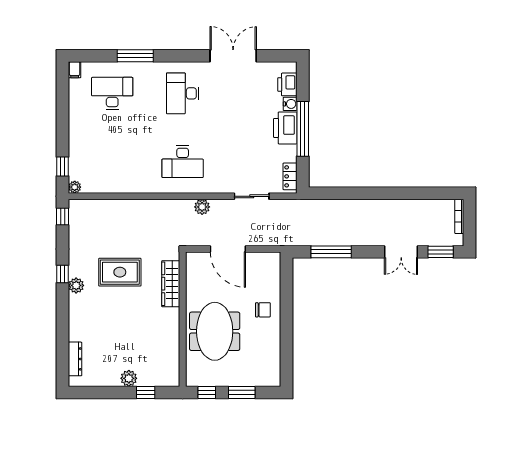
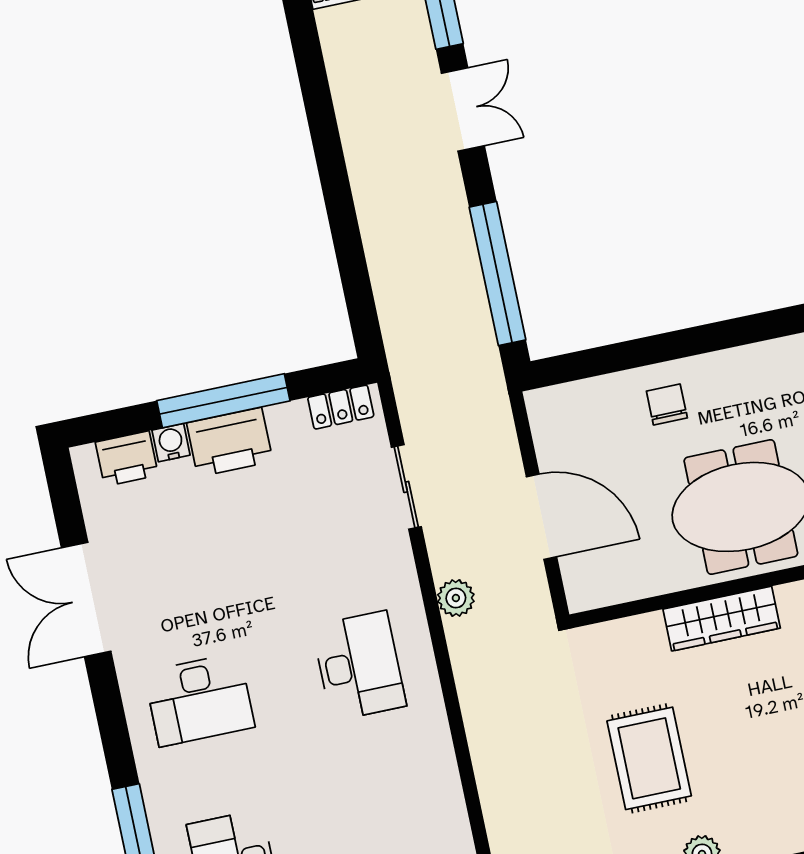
door: (228, 249) -> (542, 517), hinge flipped
window: (331, 252) -> (497, 274), width x1.46
wardrobe: (171, 284) -> (722, 619), moved

